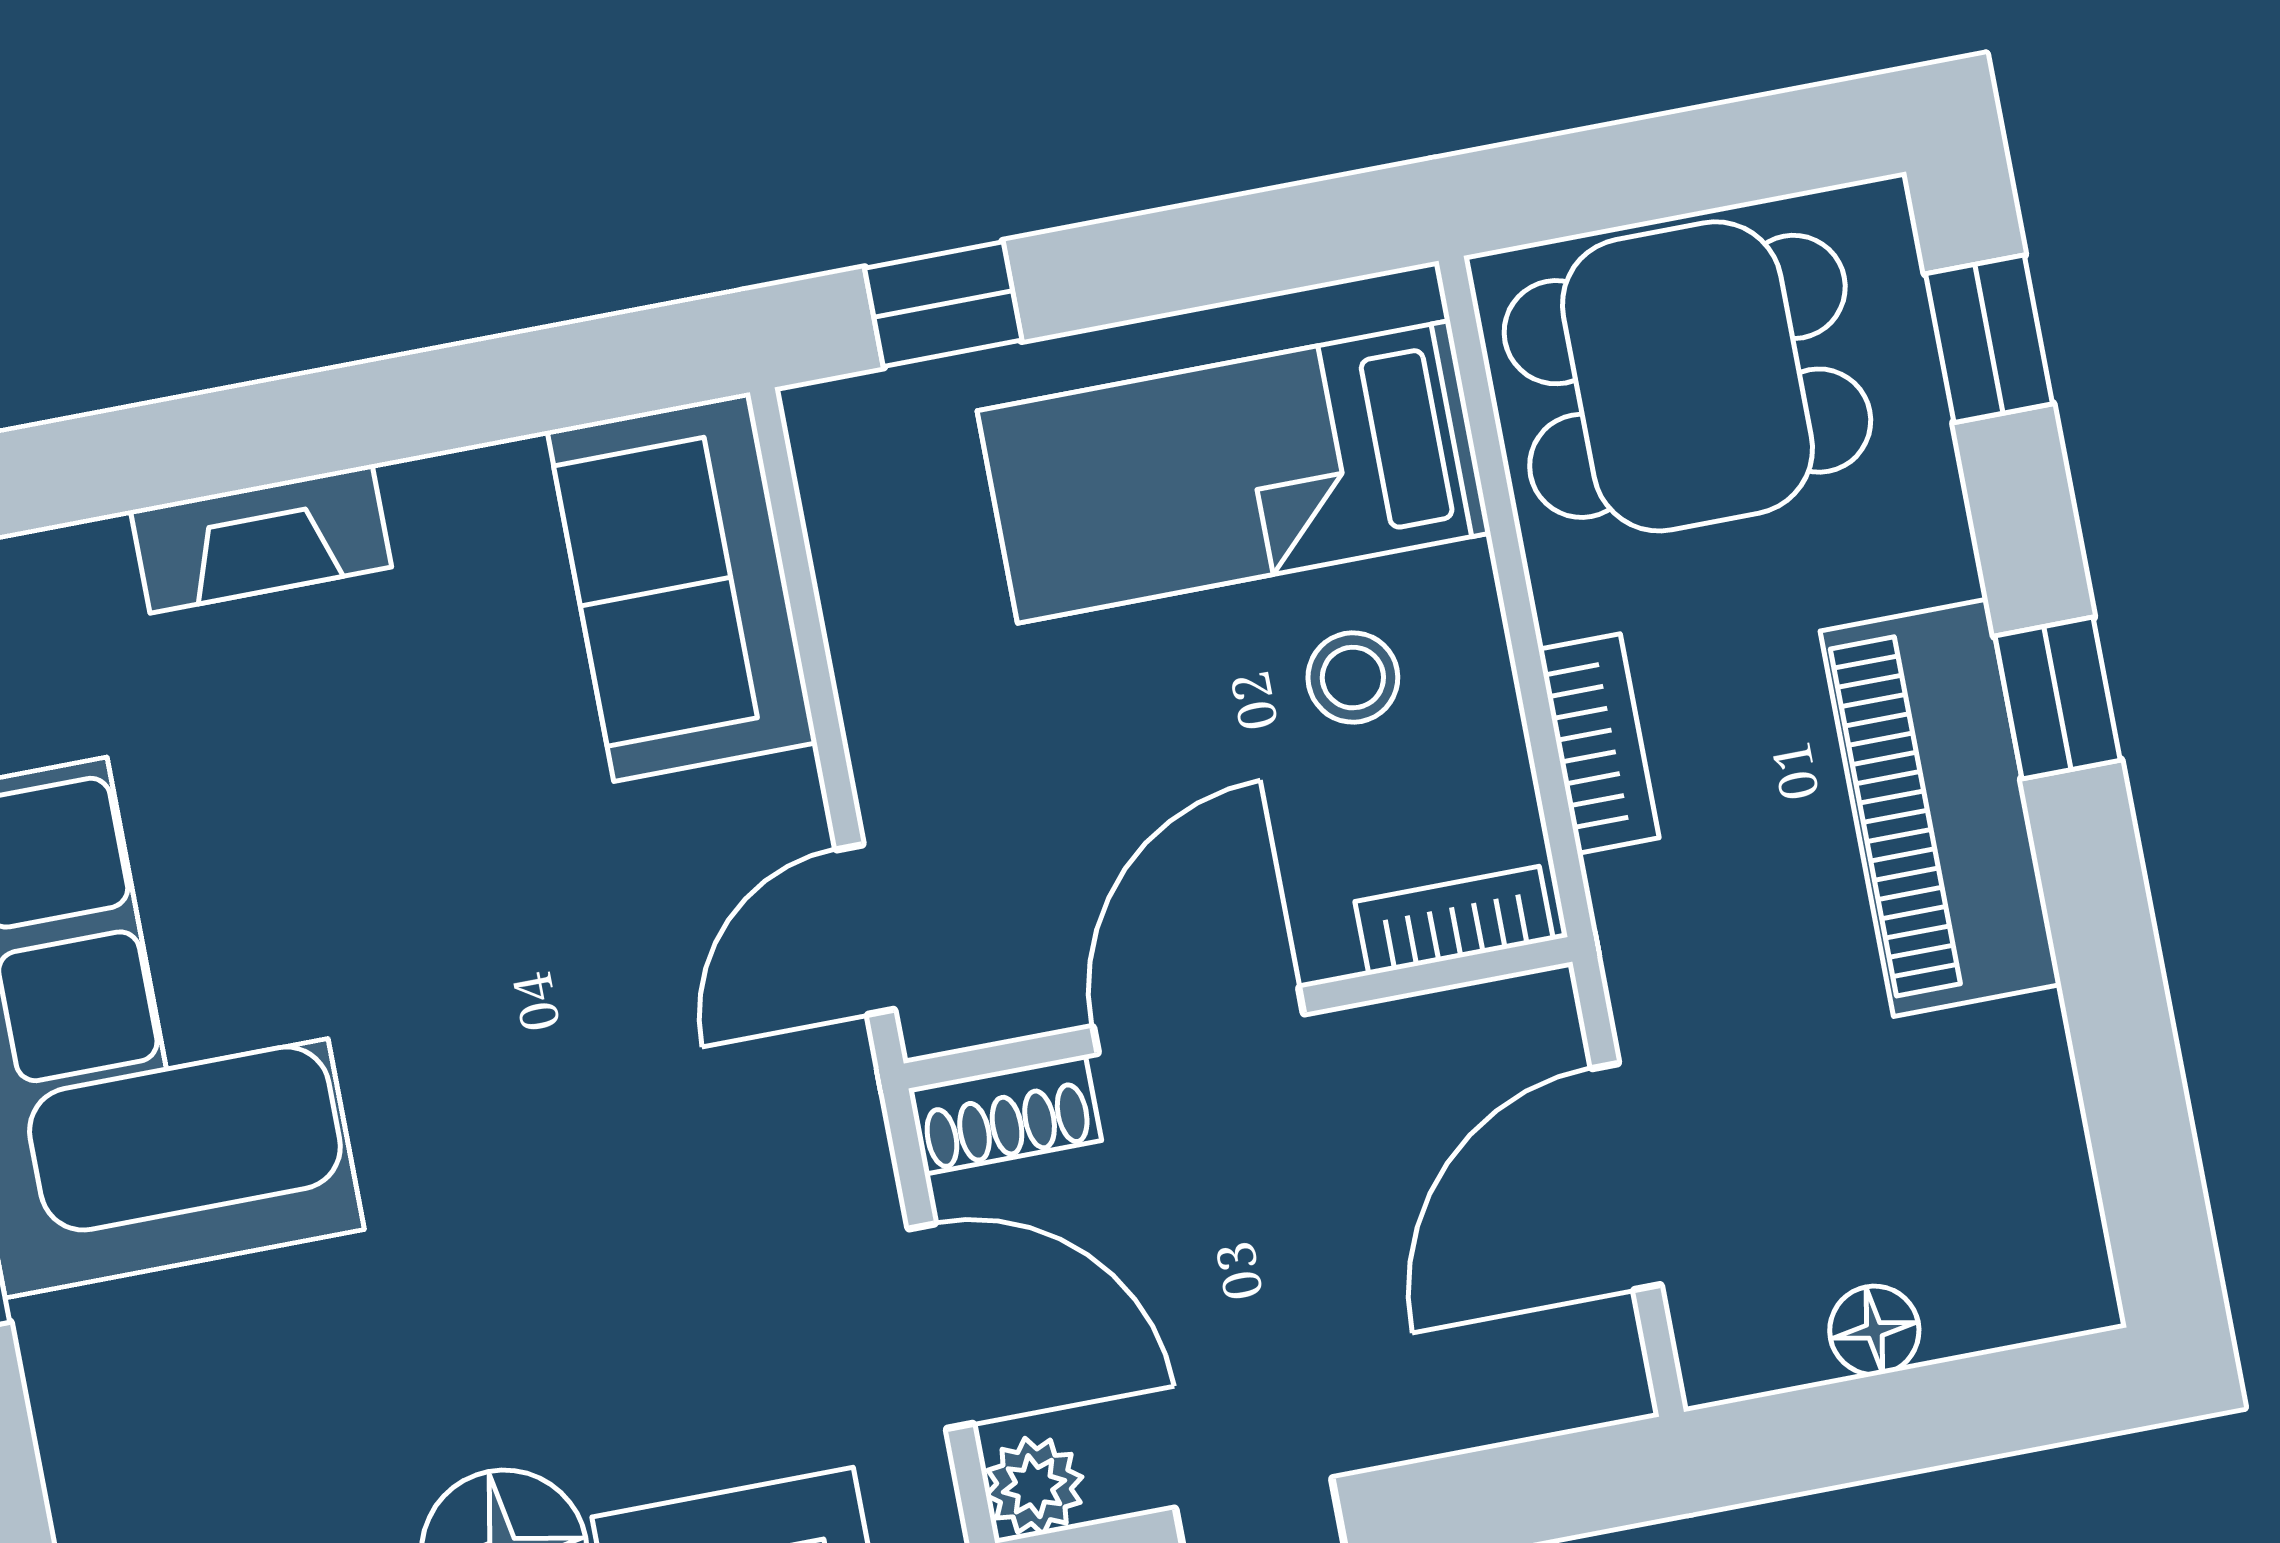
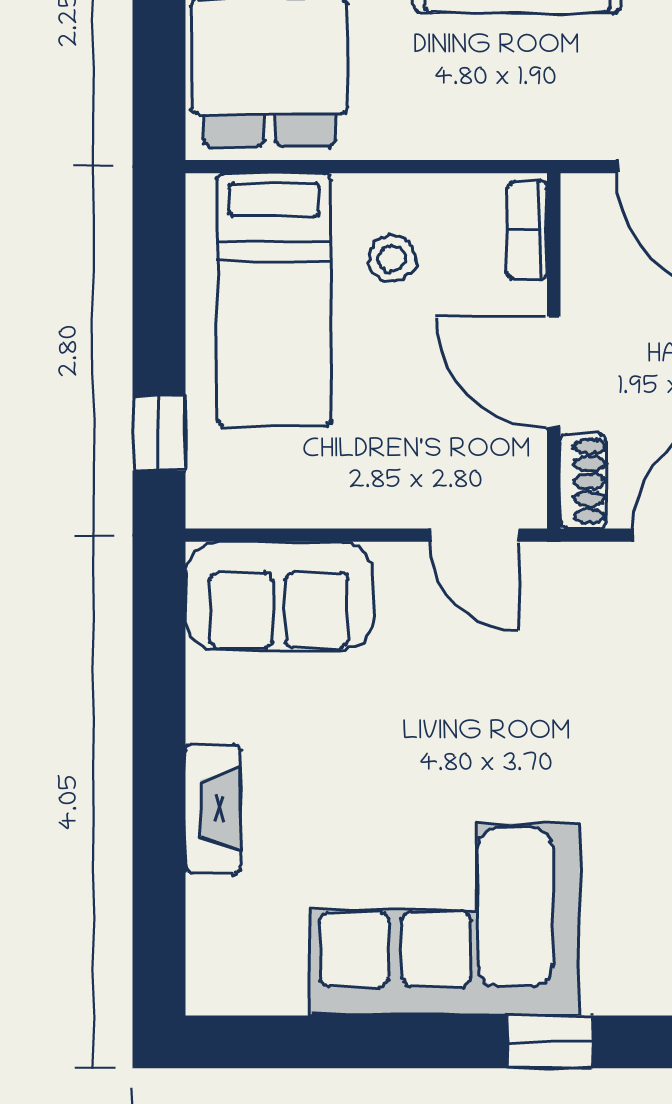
bookcase: (1599, 744) -> (450, 138), removed

